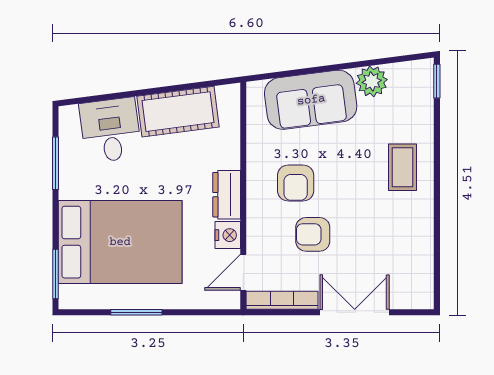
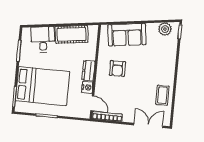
plant: (372, 81) -> (165, 29), moved
coffee table: (402, 167) -> (162, 95), moved
armchair: (313, 234) -> (123, 90), removed
door: (243, 272) -> (92, 103), swing flipped
double door: (355, 312) -> (148, 125), moved

